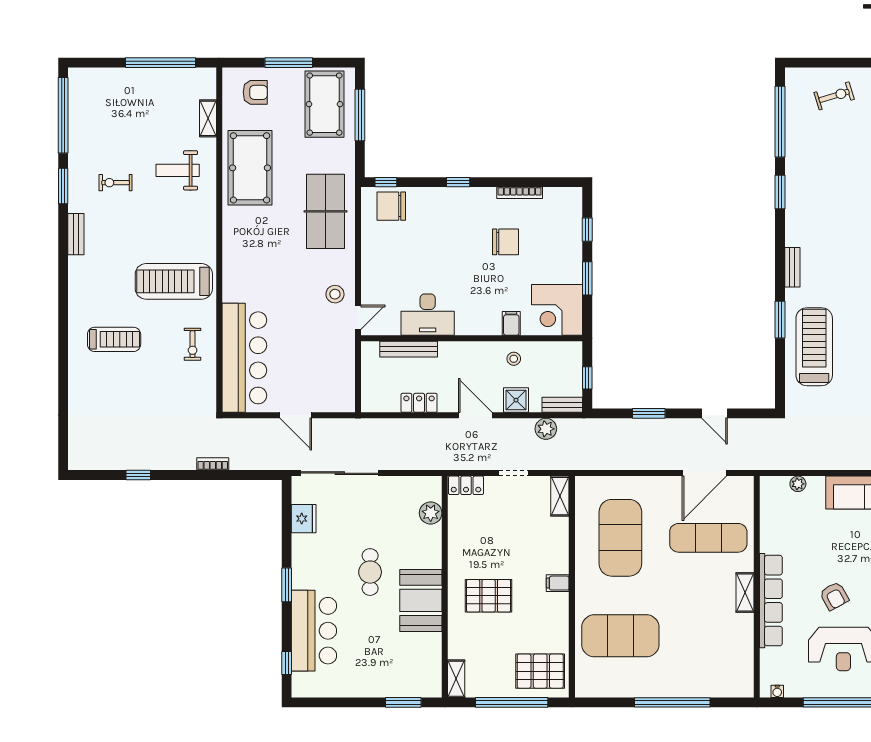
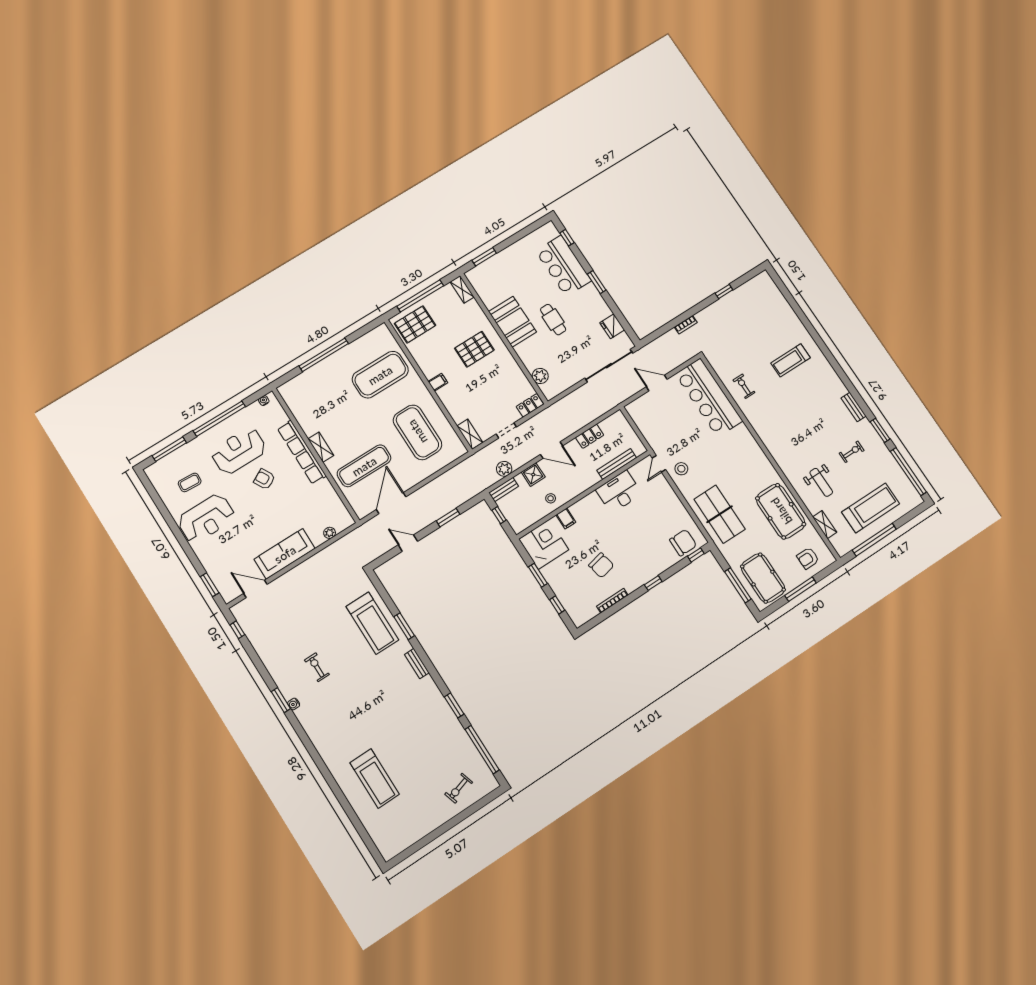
weight bench: (178, 170) -> (821, 482), turned 90
chair: (506, 242) -> (601, 565), turned -102
treadmill: (174, 281) -> (871, 508), moved

